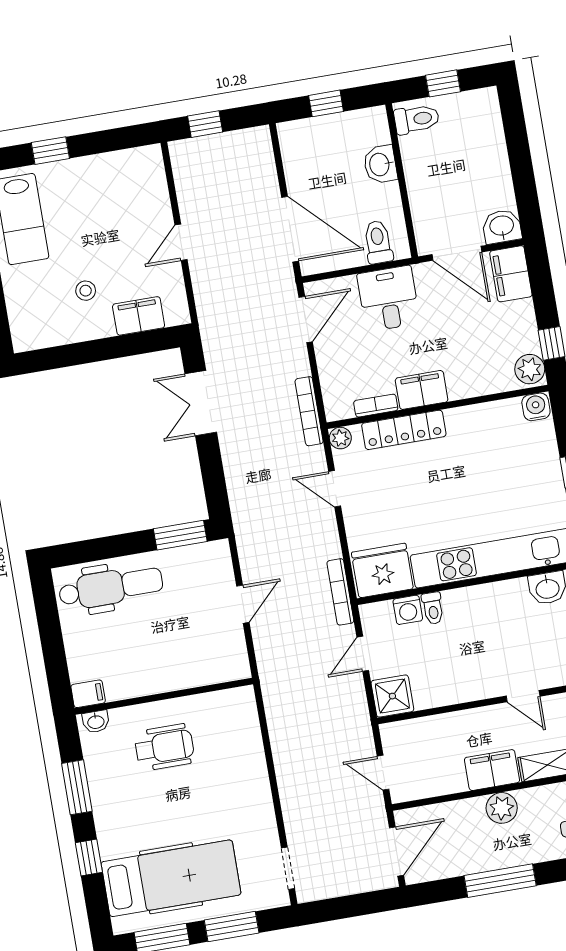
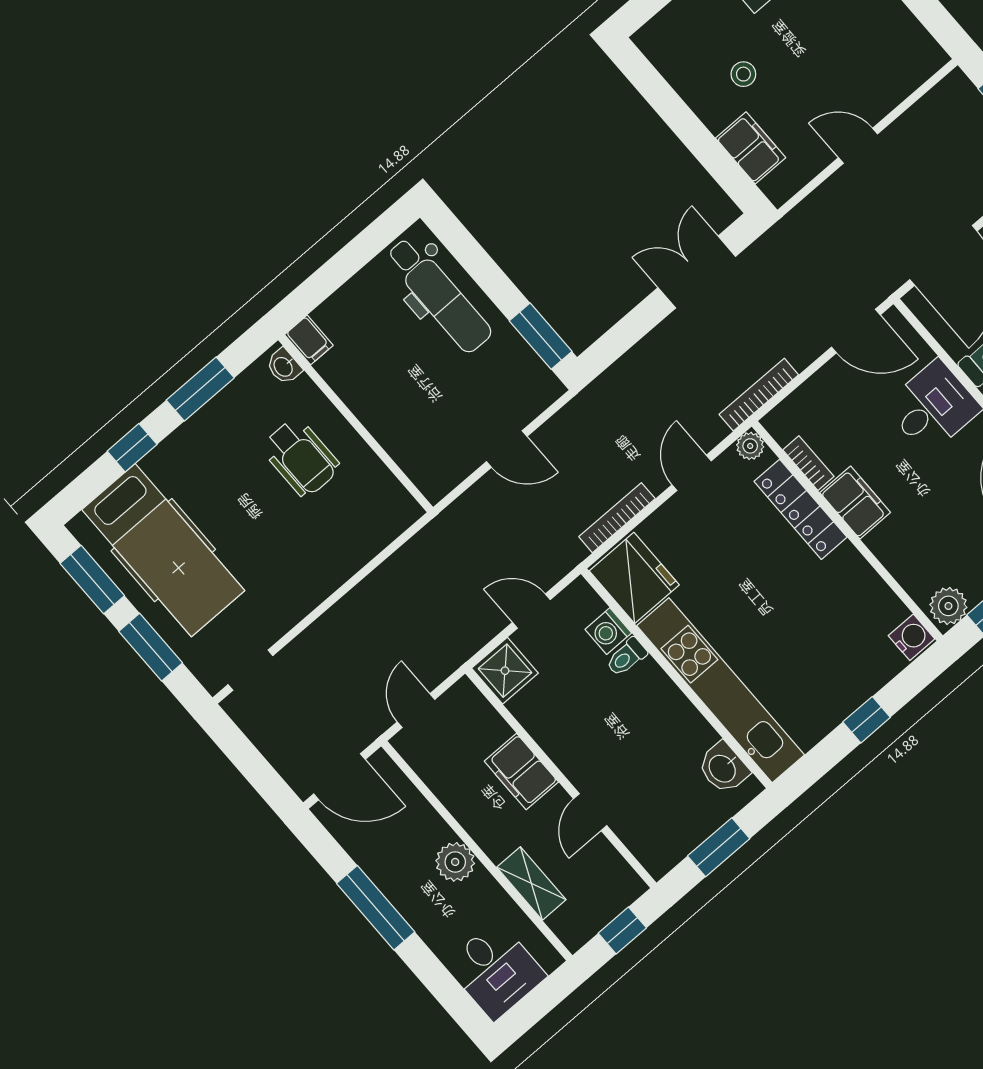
bookcase: (340, 592) -> (617, 518), moved
filing cabinet: (492, 770) -> (521, 772), moved, turned 180

